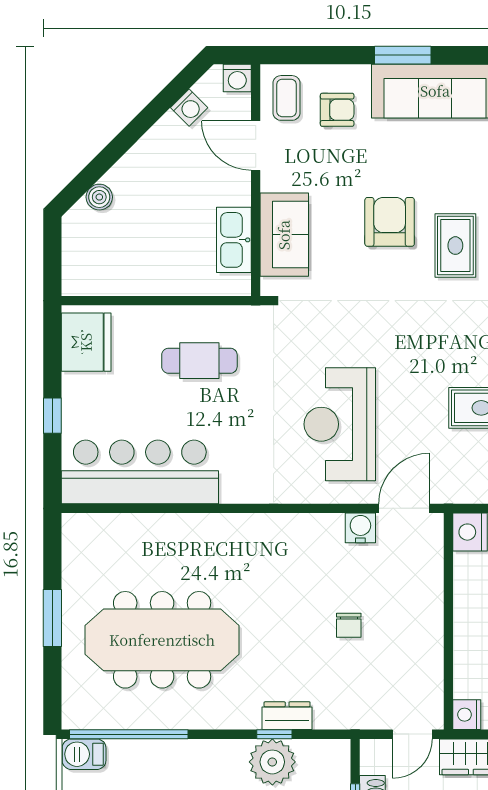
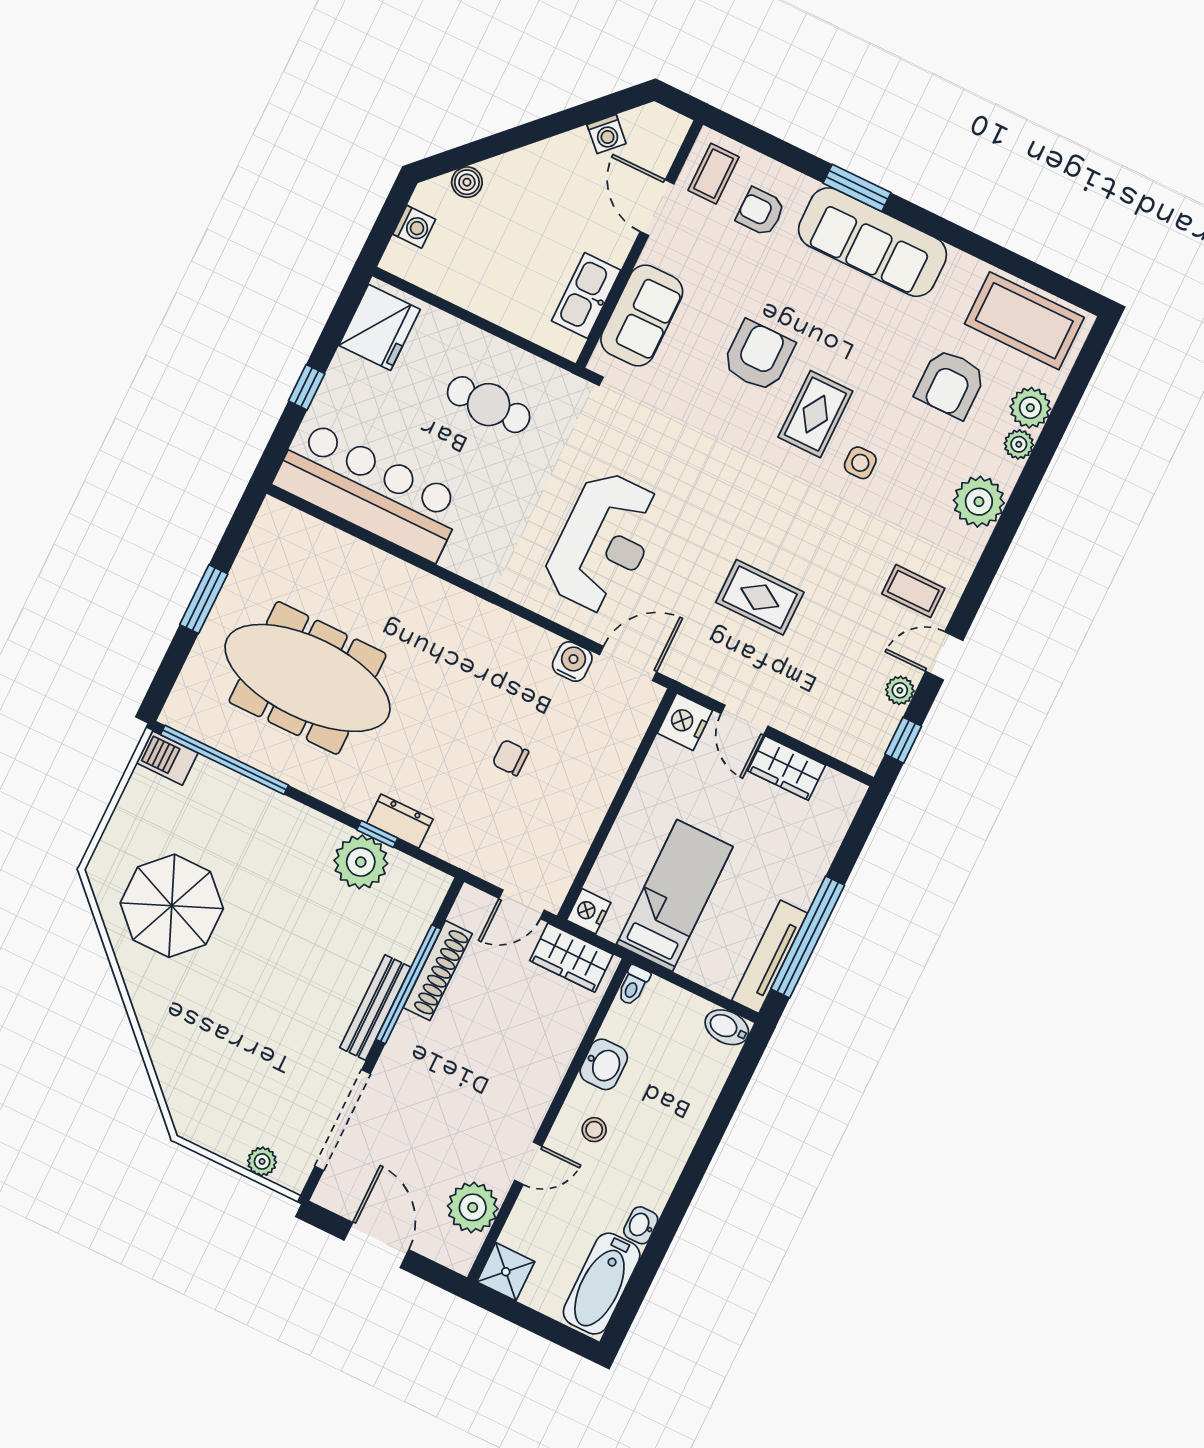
washing machine: (237, 78) -> (414, 227), moved, turned -90
armchair: (337, 110) -> (761, 212), turned 180
reception desk: (340, 424) -> (603, 542), turned 180
chair: (349, 625) -> (510, 758), turned 90

